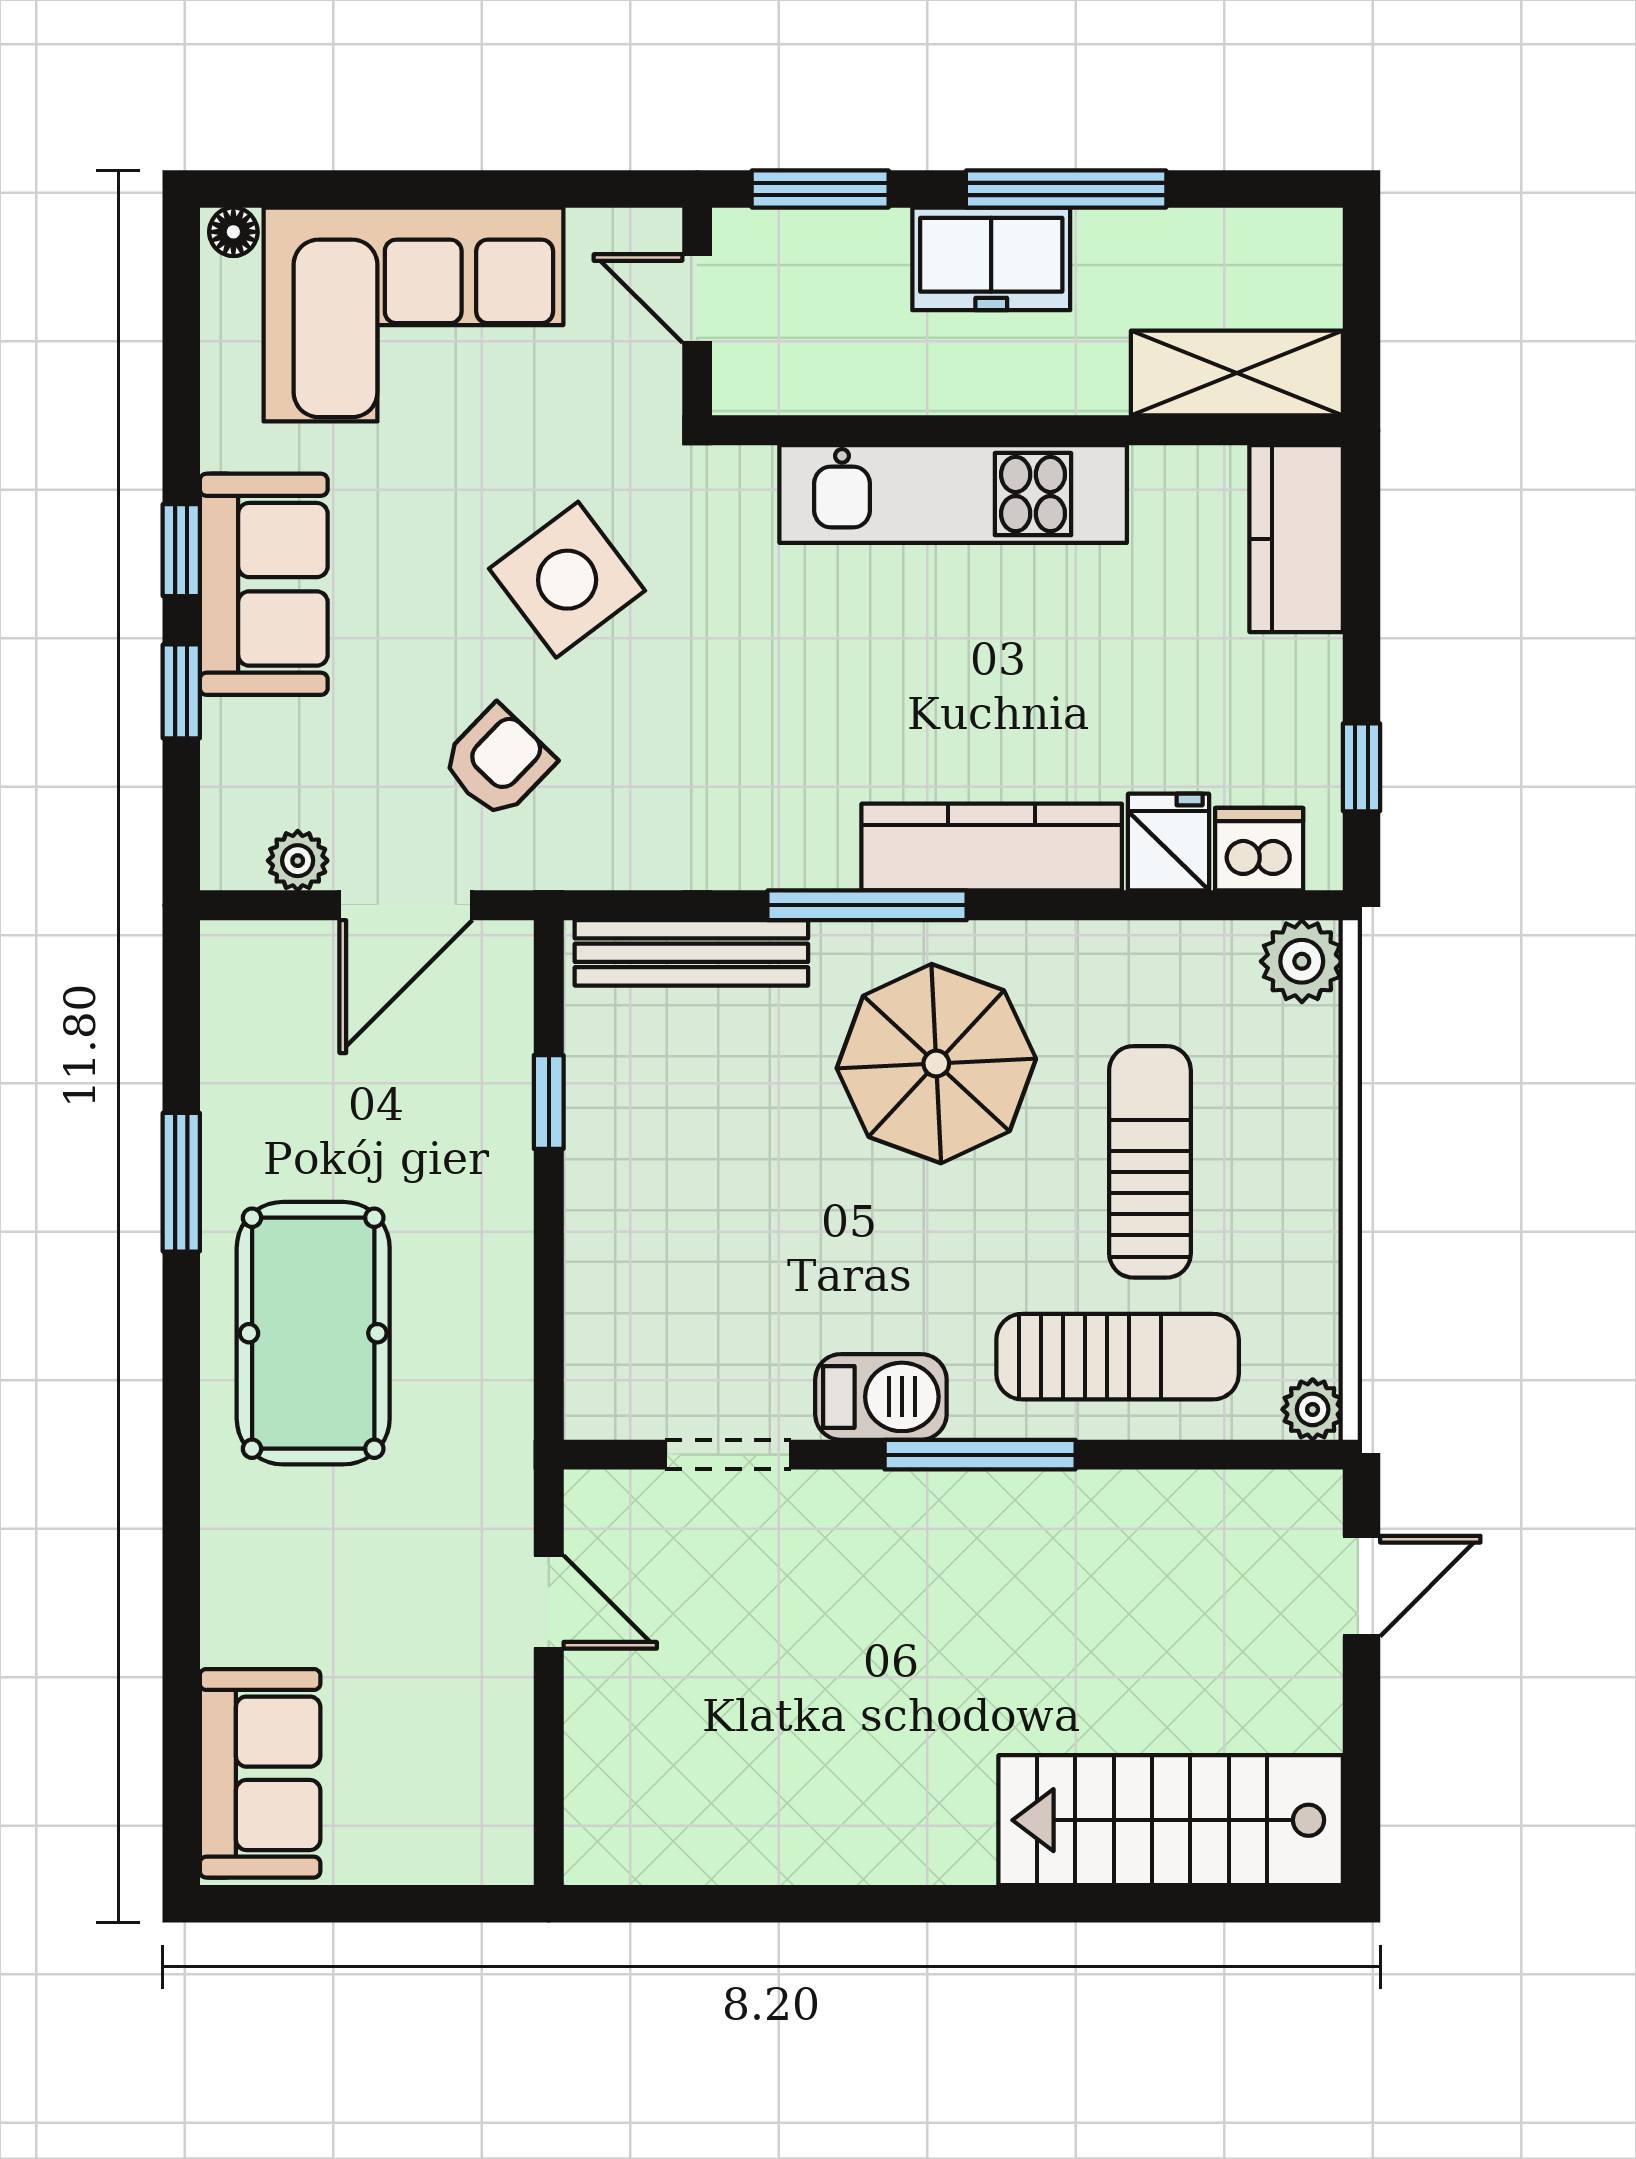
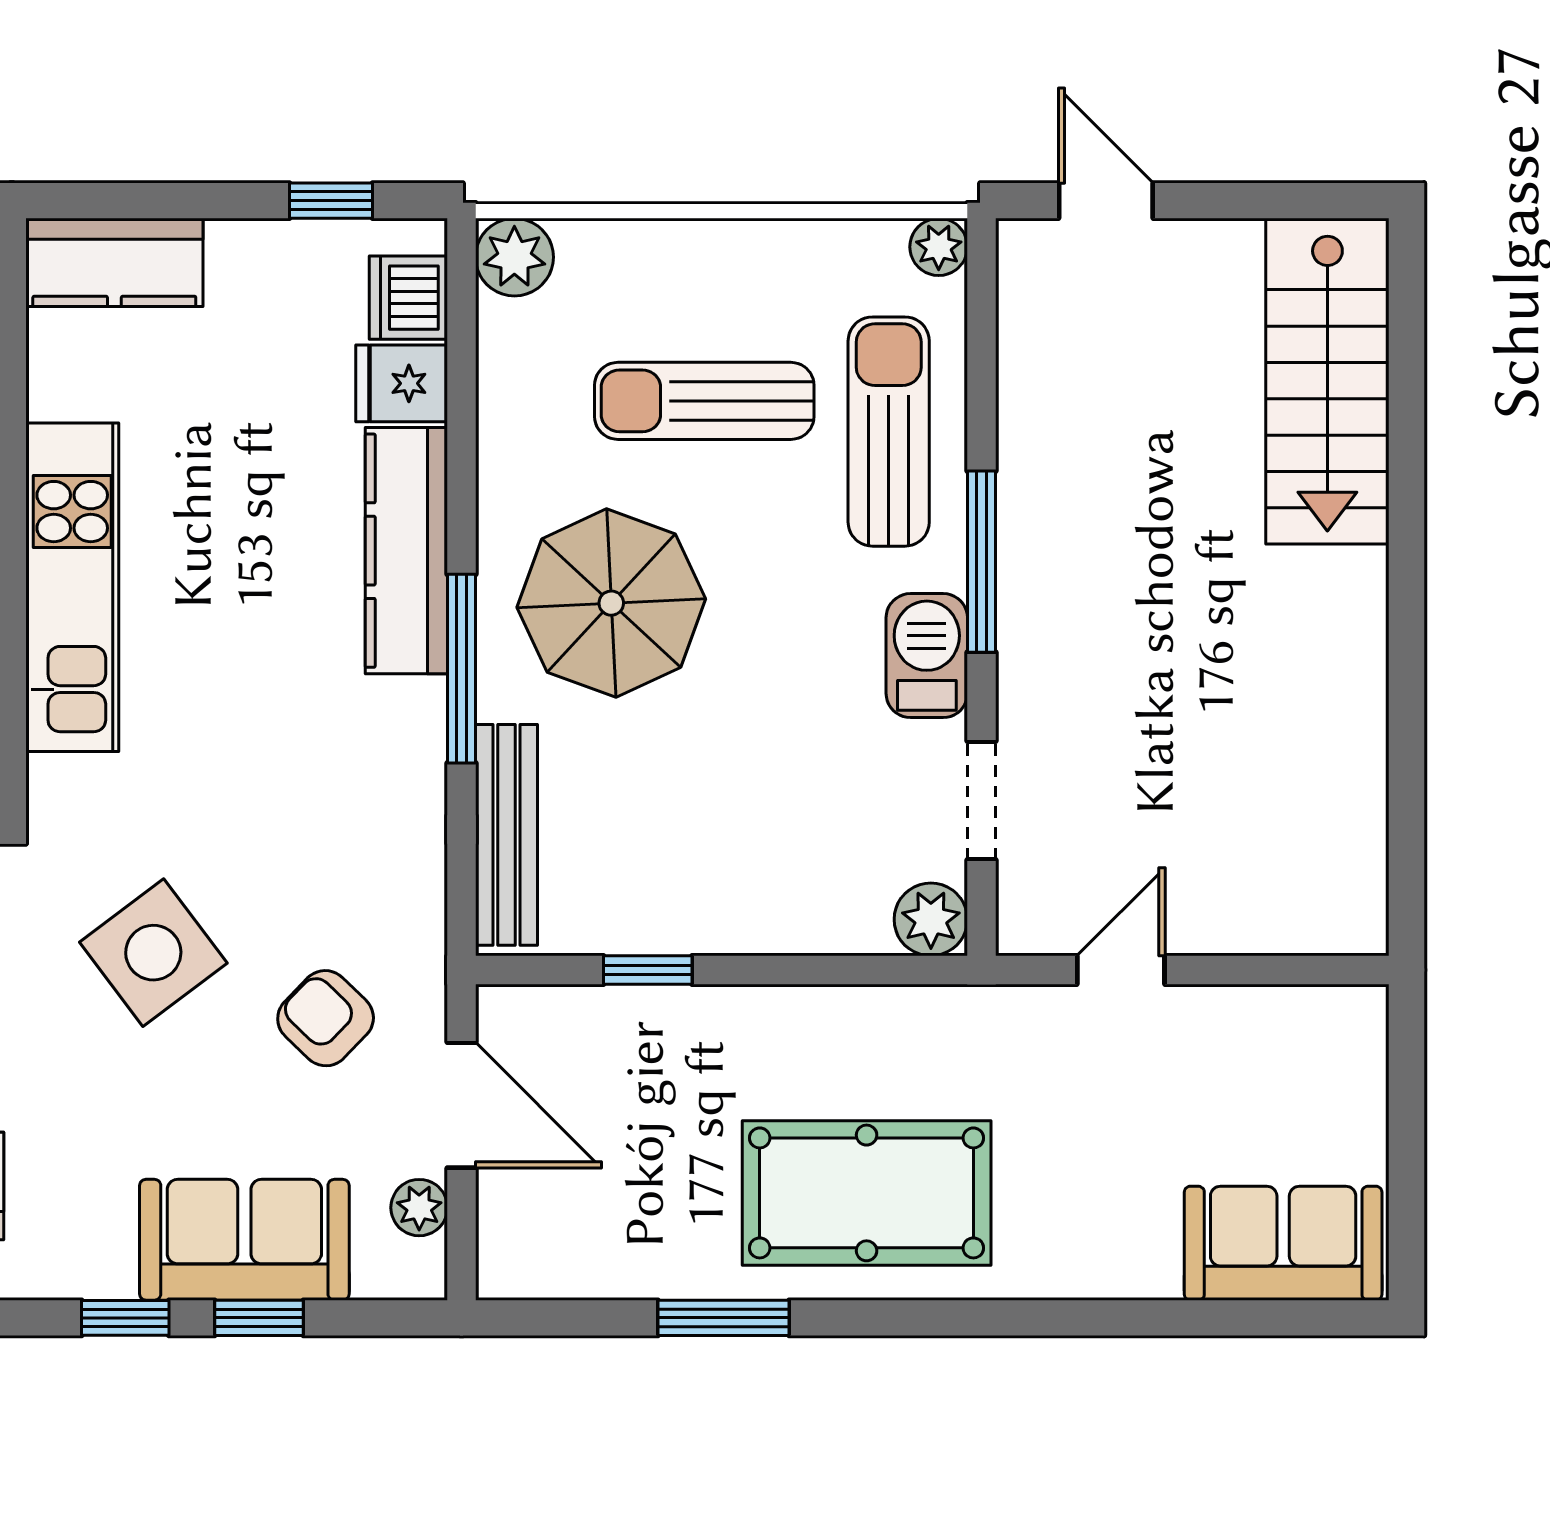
sofa: (264, 584) -> (244, 1240), moved
plant: (602, 1401) -> (931, 919), added

